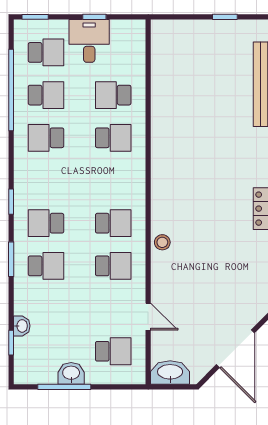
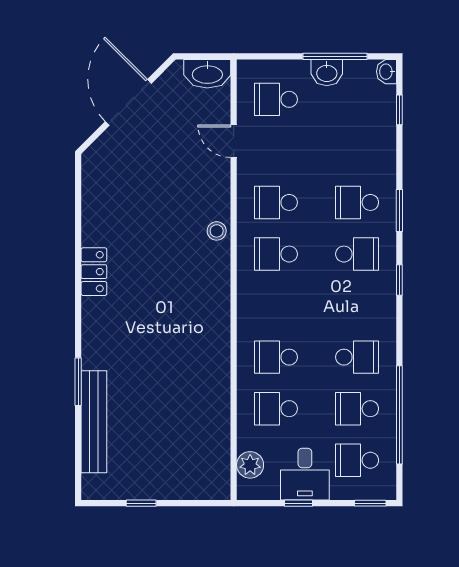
plant: (135, 49) -> (250, 465), added
school desk: (113, 95) -> (276, 409), turned 180
washbasin: (22, 326) -> (386, 72), moved

